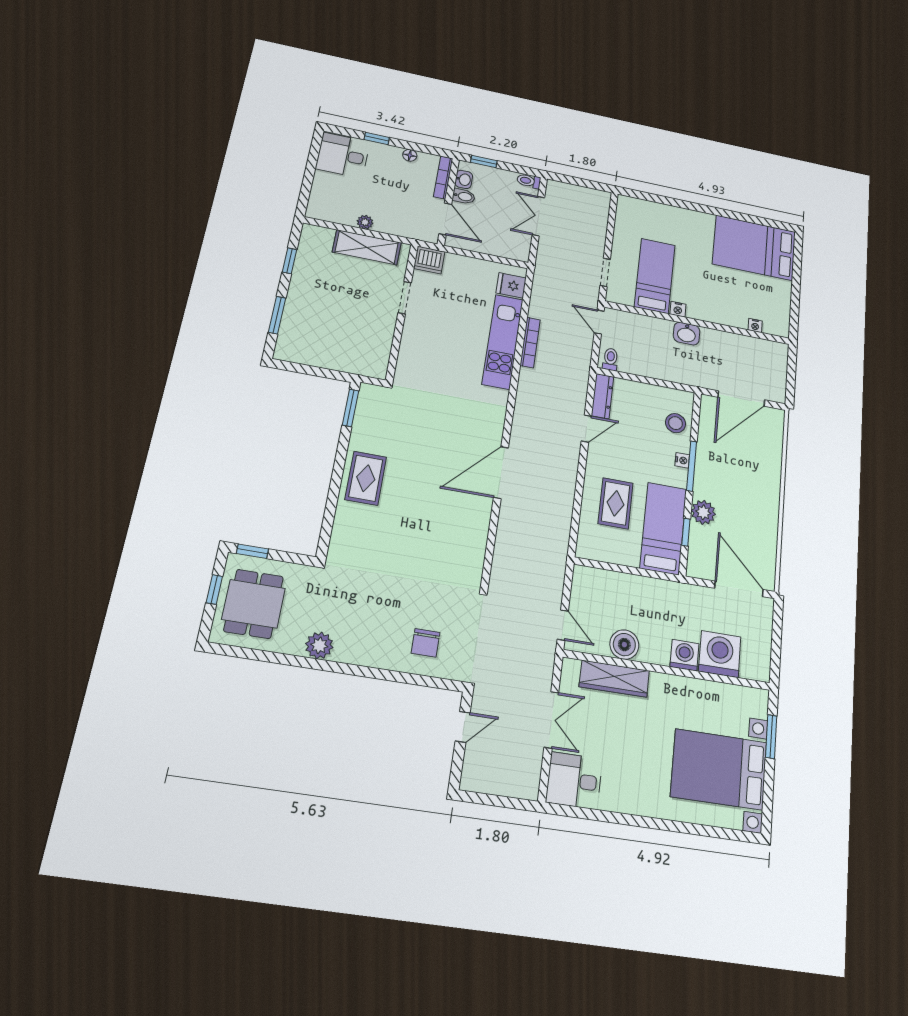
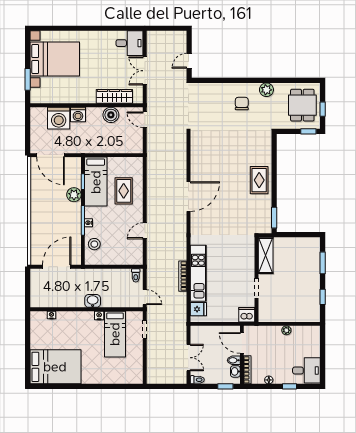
shelving: (367, 247) -> (266, 255), moved, turned 90
dresser: (602, 396) -> (138, 252), removed
chair: (426, 643) -> (242, 104), moved

